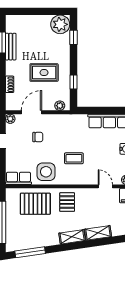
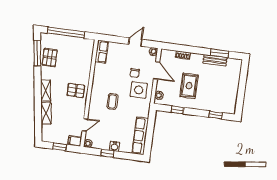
plant: (60, 24) -> (228, 105), removed
side table: (46, 172) -> (139, 90), moved
pallet: (35, 204) -> (50, 58), moved, width x0.67, depth x0.71

